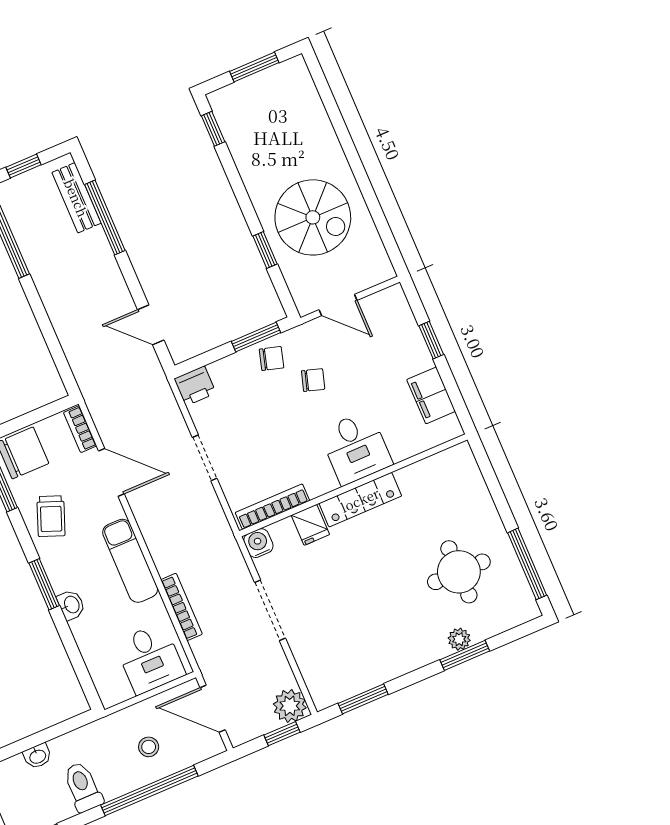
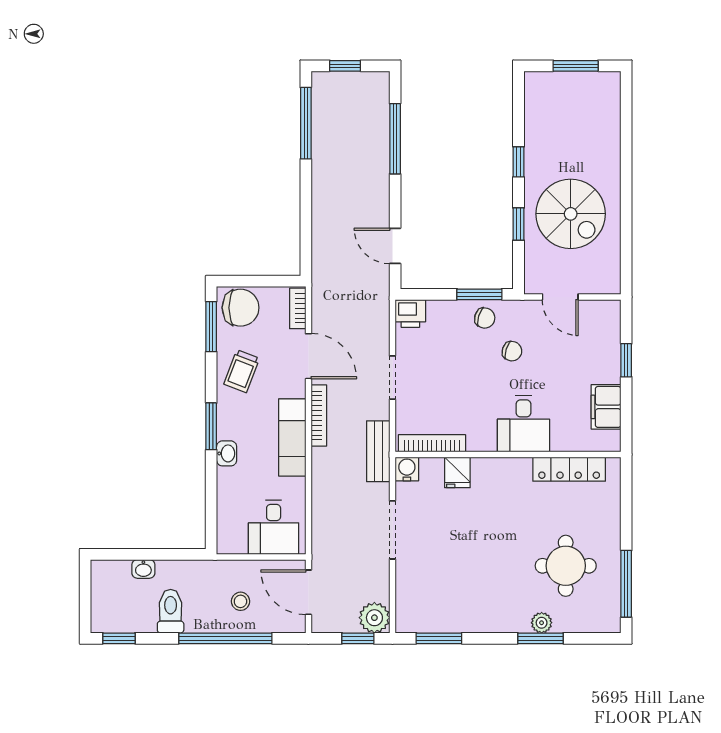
window: (213, 129) -> (519, 162), moved
bench: (76, 198) -> (378, 451), moved
locker: (360, 500) -> (569, 469), moved
bookcase: (181, 607) -> (319, 416), moved

